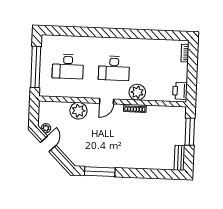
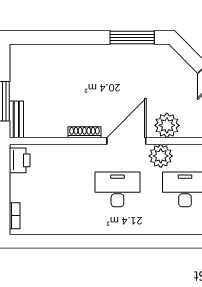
plant: (137, 92) -> (161, 156), moved
door: (107, 101) -> (126, 141), width x1.87
bench: (179, 158) -> (16, 119), moved

